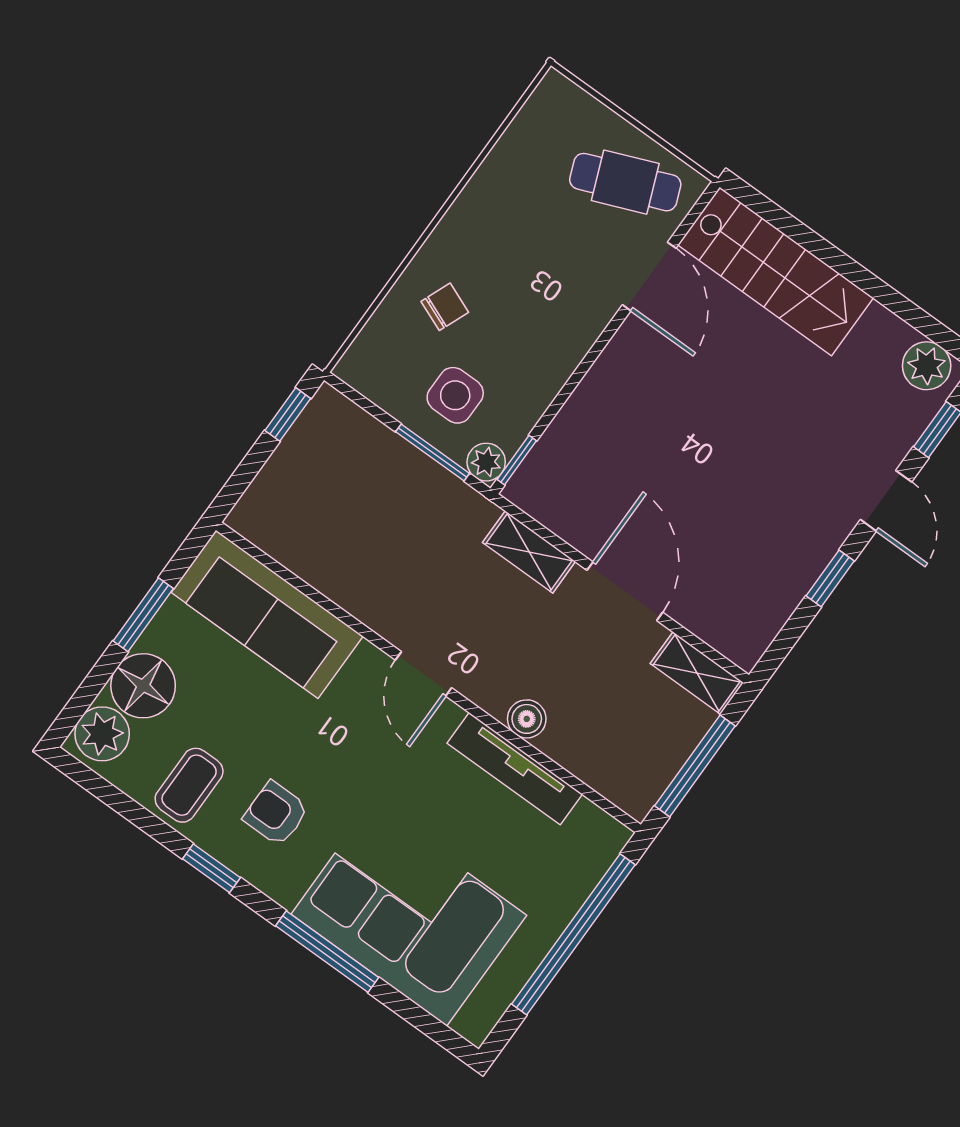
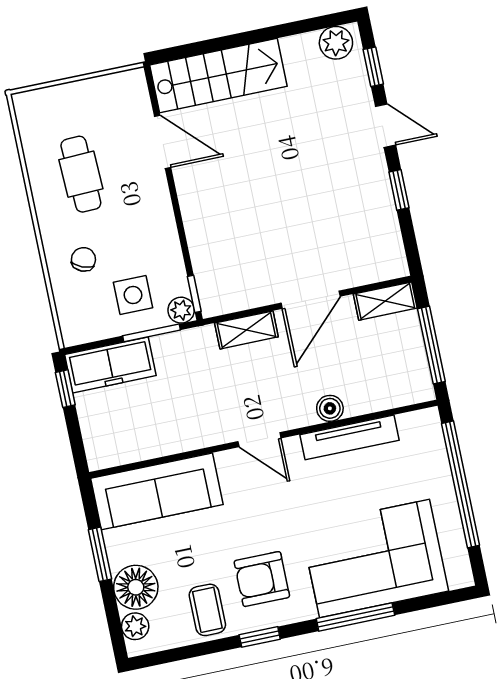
cafe table: (625, 182) -> (81, 174), moved, turned -70
freezer: (358, 440) -> (110, 365), added
door: (625, 591) -> (311, 300), swing flipped
plant: (102, 734) -> (135, 626), width x0.73, depth x0.73
armchair: (276, 813) -> (262, 579), width x1.38, depth x1.38

